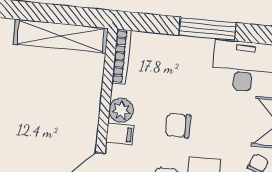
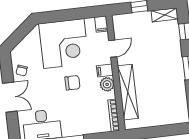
shelving: (61, 36) -> (128, 92), moved, turned 90

